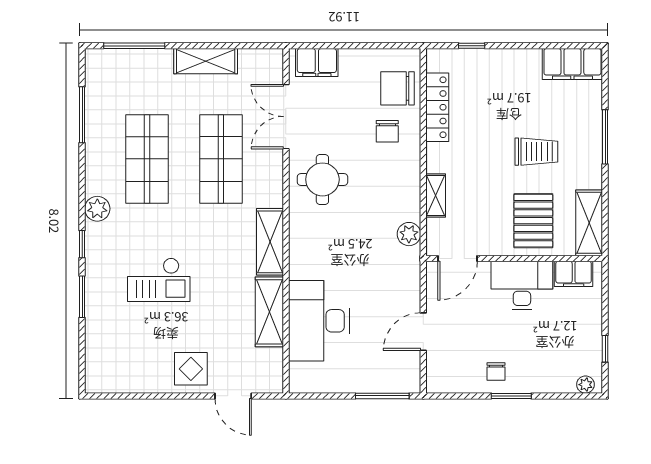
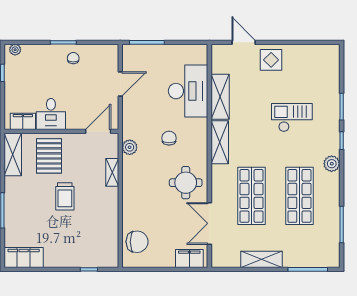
locker: (437, 107) -> (111, 229), removed
double door: (286, 117) -> (209, 223), swing flipped
chair: (387, 131) -> (169, 138), moved
trolley: (536, 152) -> (65, 196), moved, turned -90
desk: (522, 285) -> (51, 114), width x0.73

